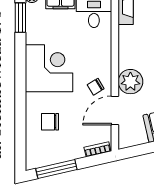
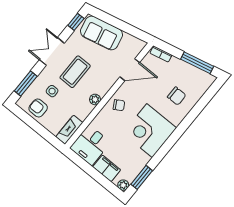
plant: (130, 82) -> (95, 99), moved, width x0.53, depth x0.53
chair: (96, 87) -> (119, 105), moved

